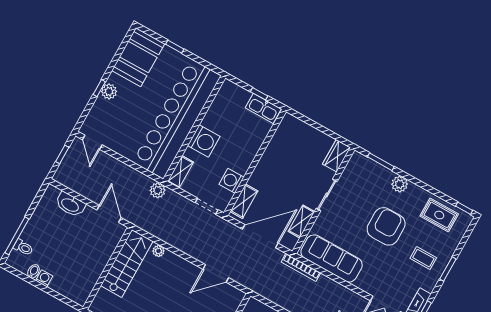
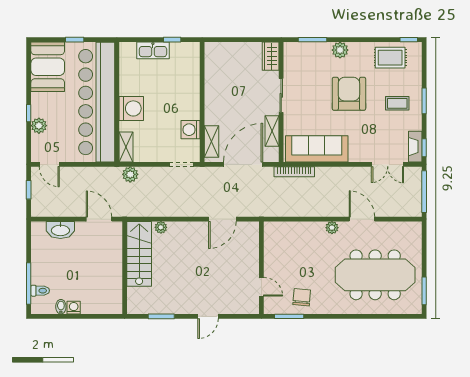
plant: (109, 91) -> (39, 126), moved
kitchen sink: (263, 108) -> (153, 50), moved
bar counter: (177, 119) -> (97, 102), moved
wall: (194, 128) -> (117, 102), moved
washing machine: (204, 141) -> (131, 108), moved
shelving: (180, 172) -> (126, 147), moved

